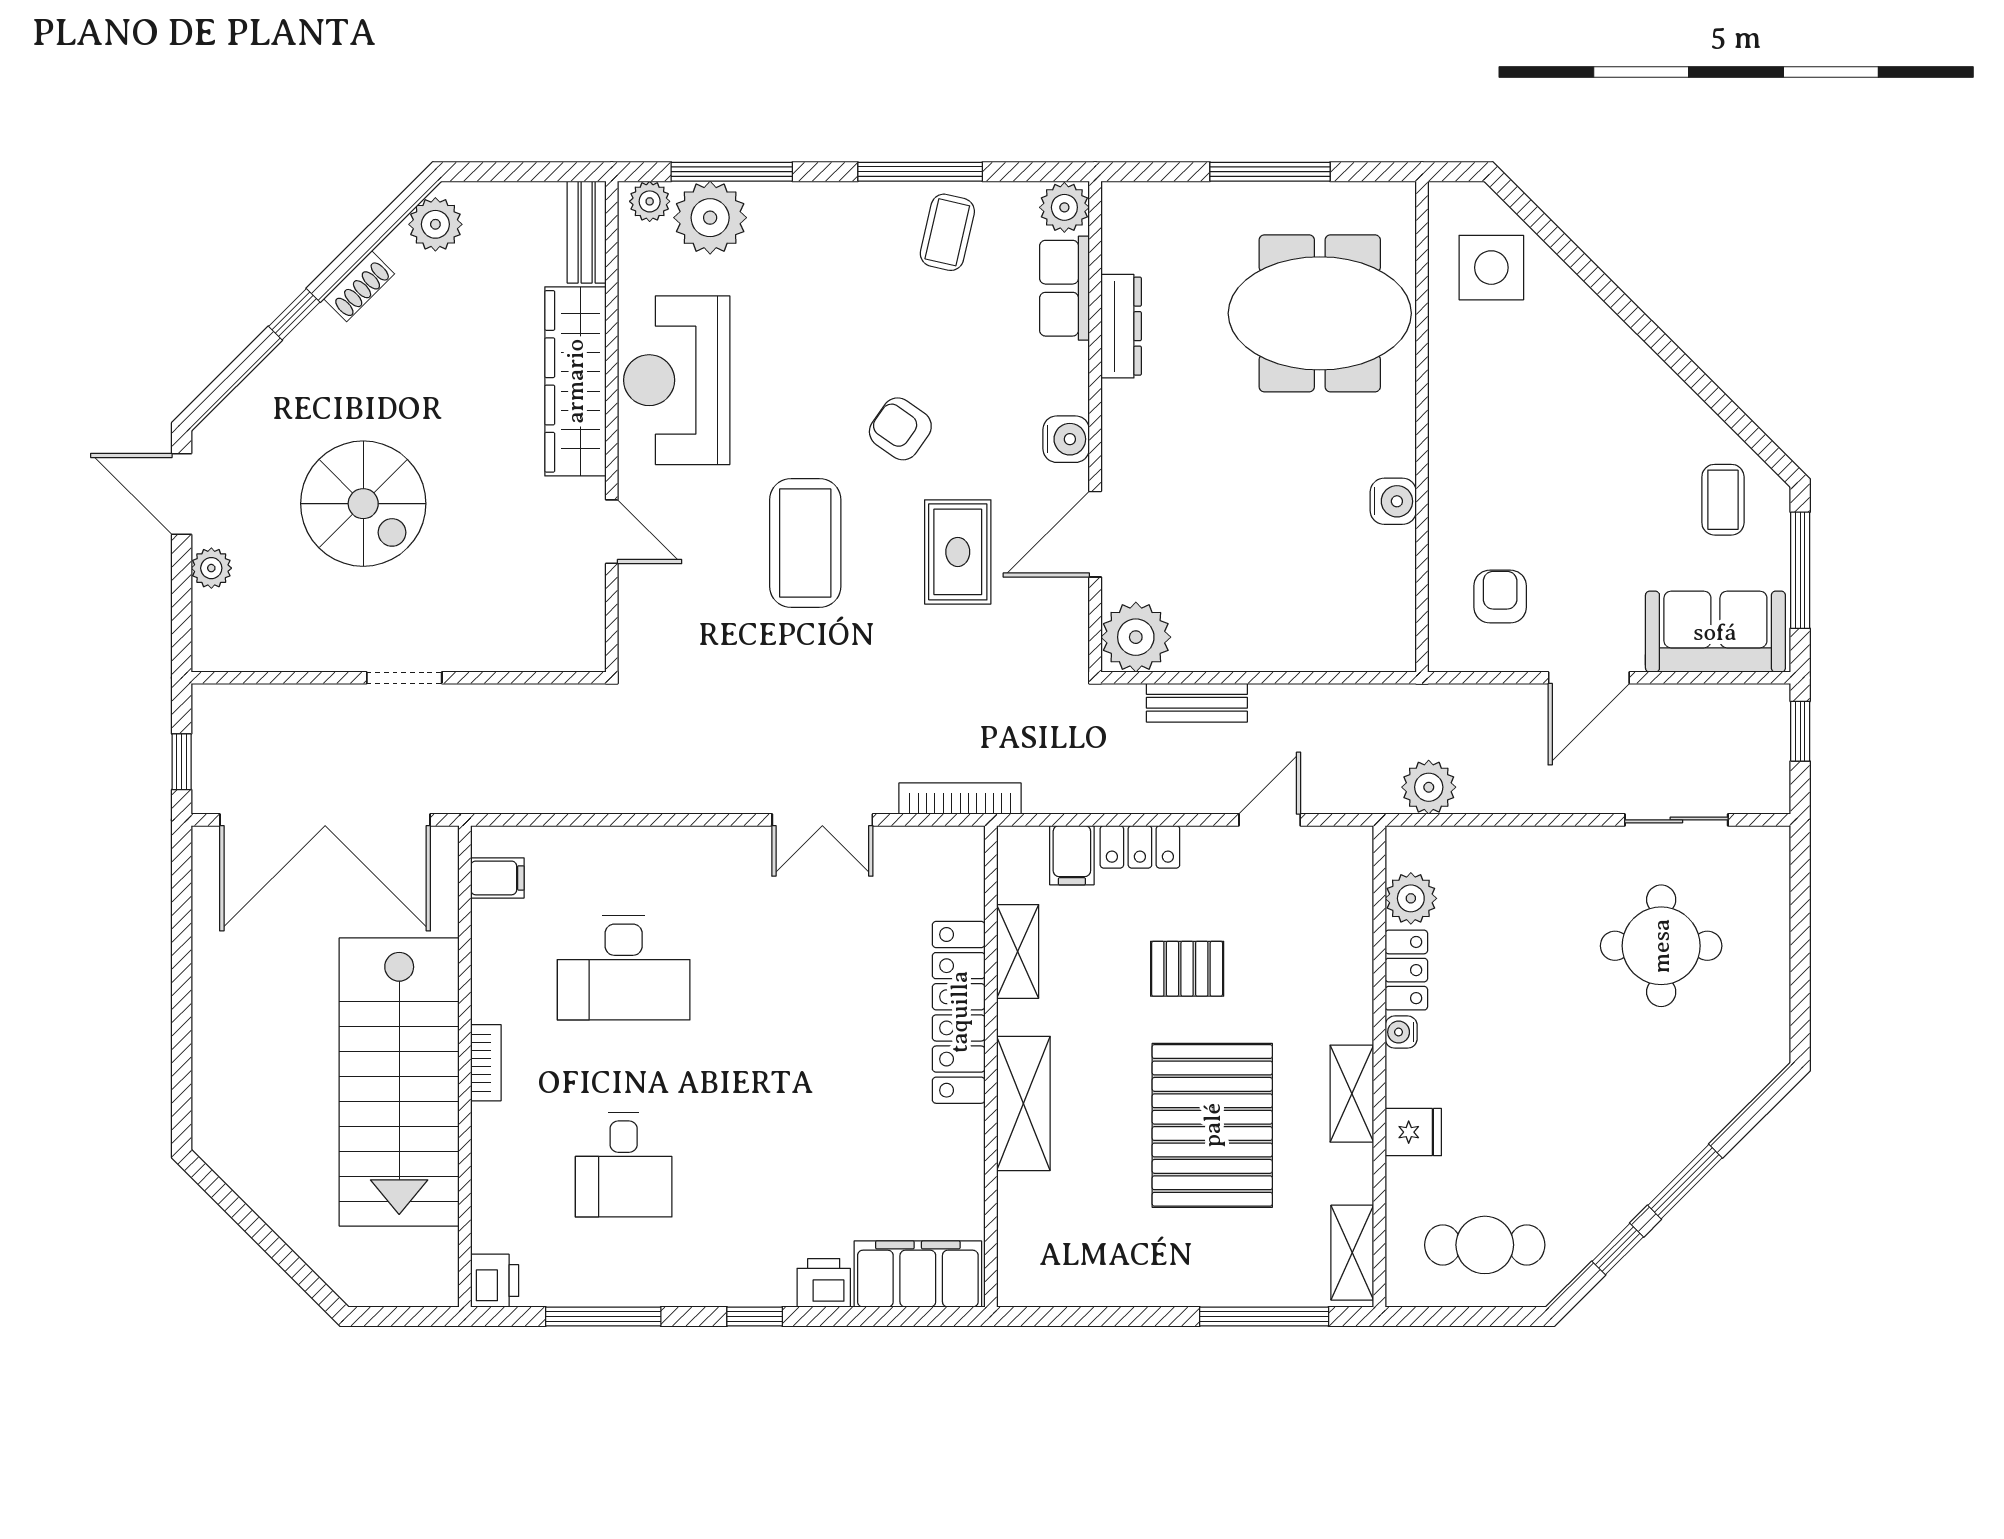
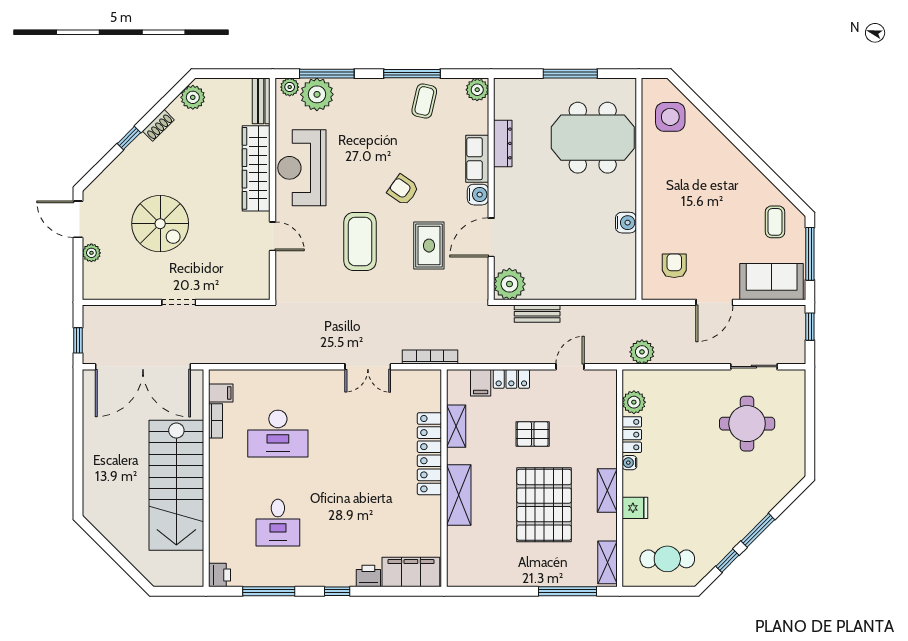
row of seats: (1064, 288) -> (477, 159), moved
bookcase: (486, 1063) -> (216, 421), moved

